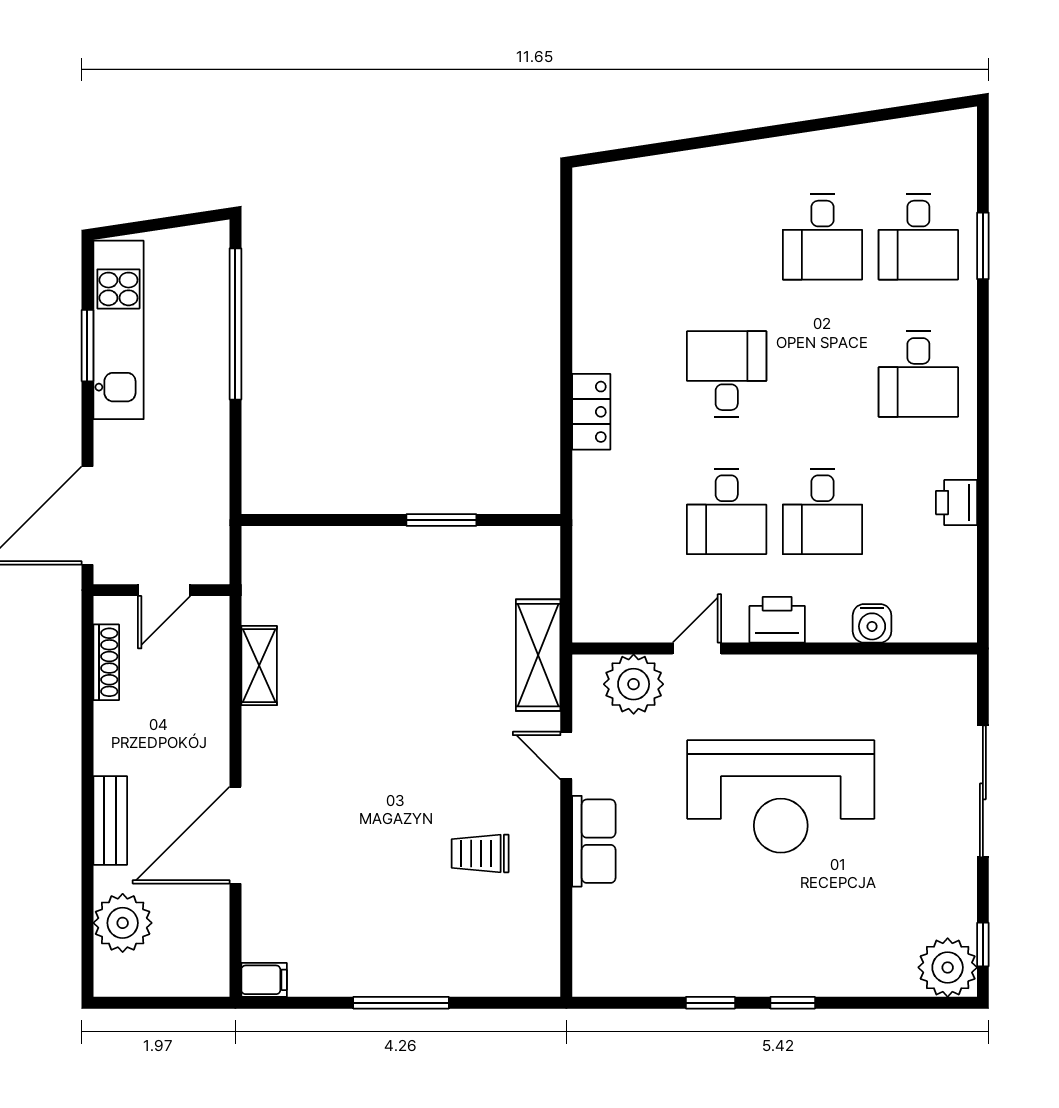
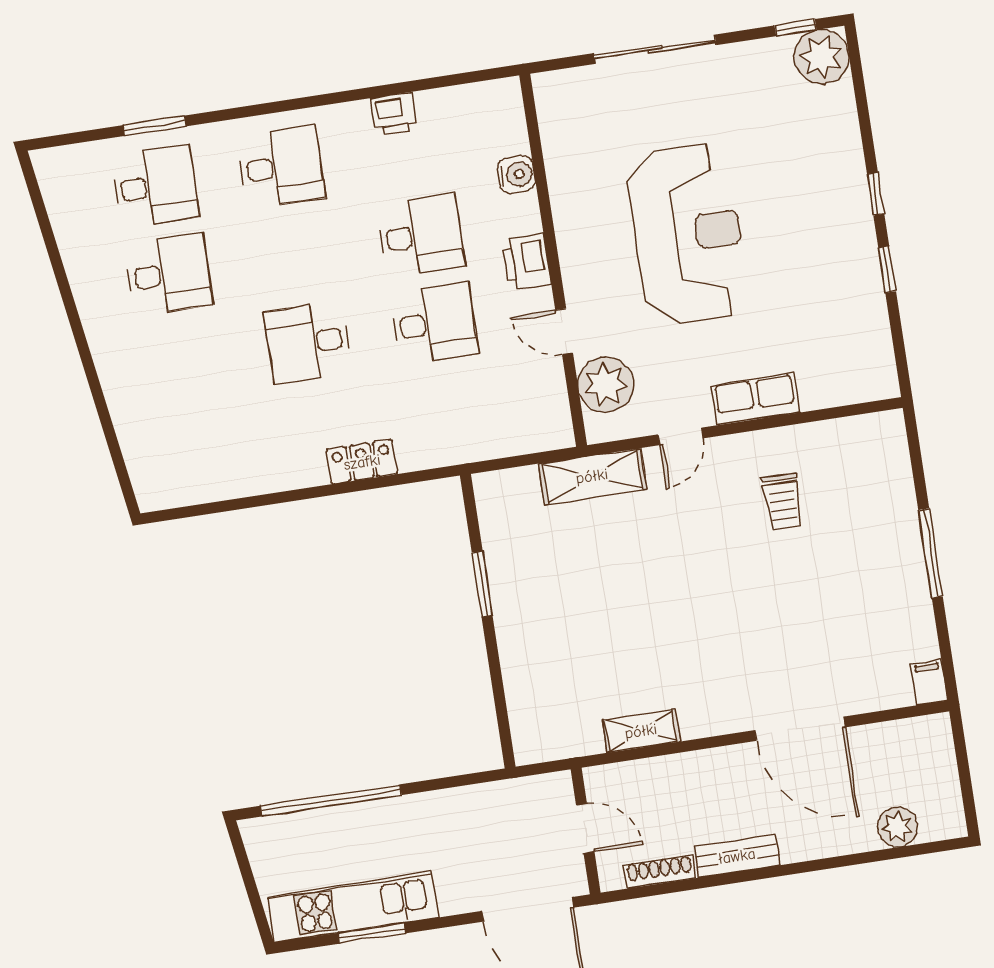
bench: (110, 821) -> (737, 856), moved
plant: (123, 923) -> (898, 827), width x0.73, depth x0.73

